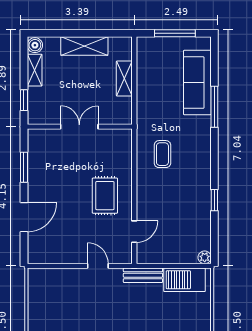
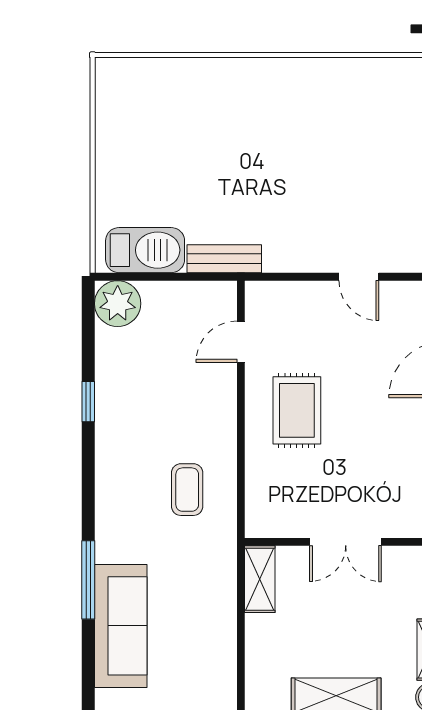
shelving: (124, 79) -> (260, 579), moved
plant: (205, 257) -> (118, 304), width x1.88, depth x1.88
door: (98, 266) -> (359, 277), moved

